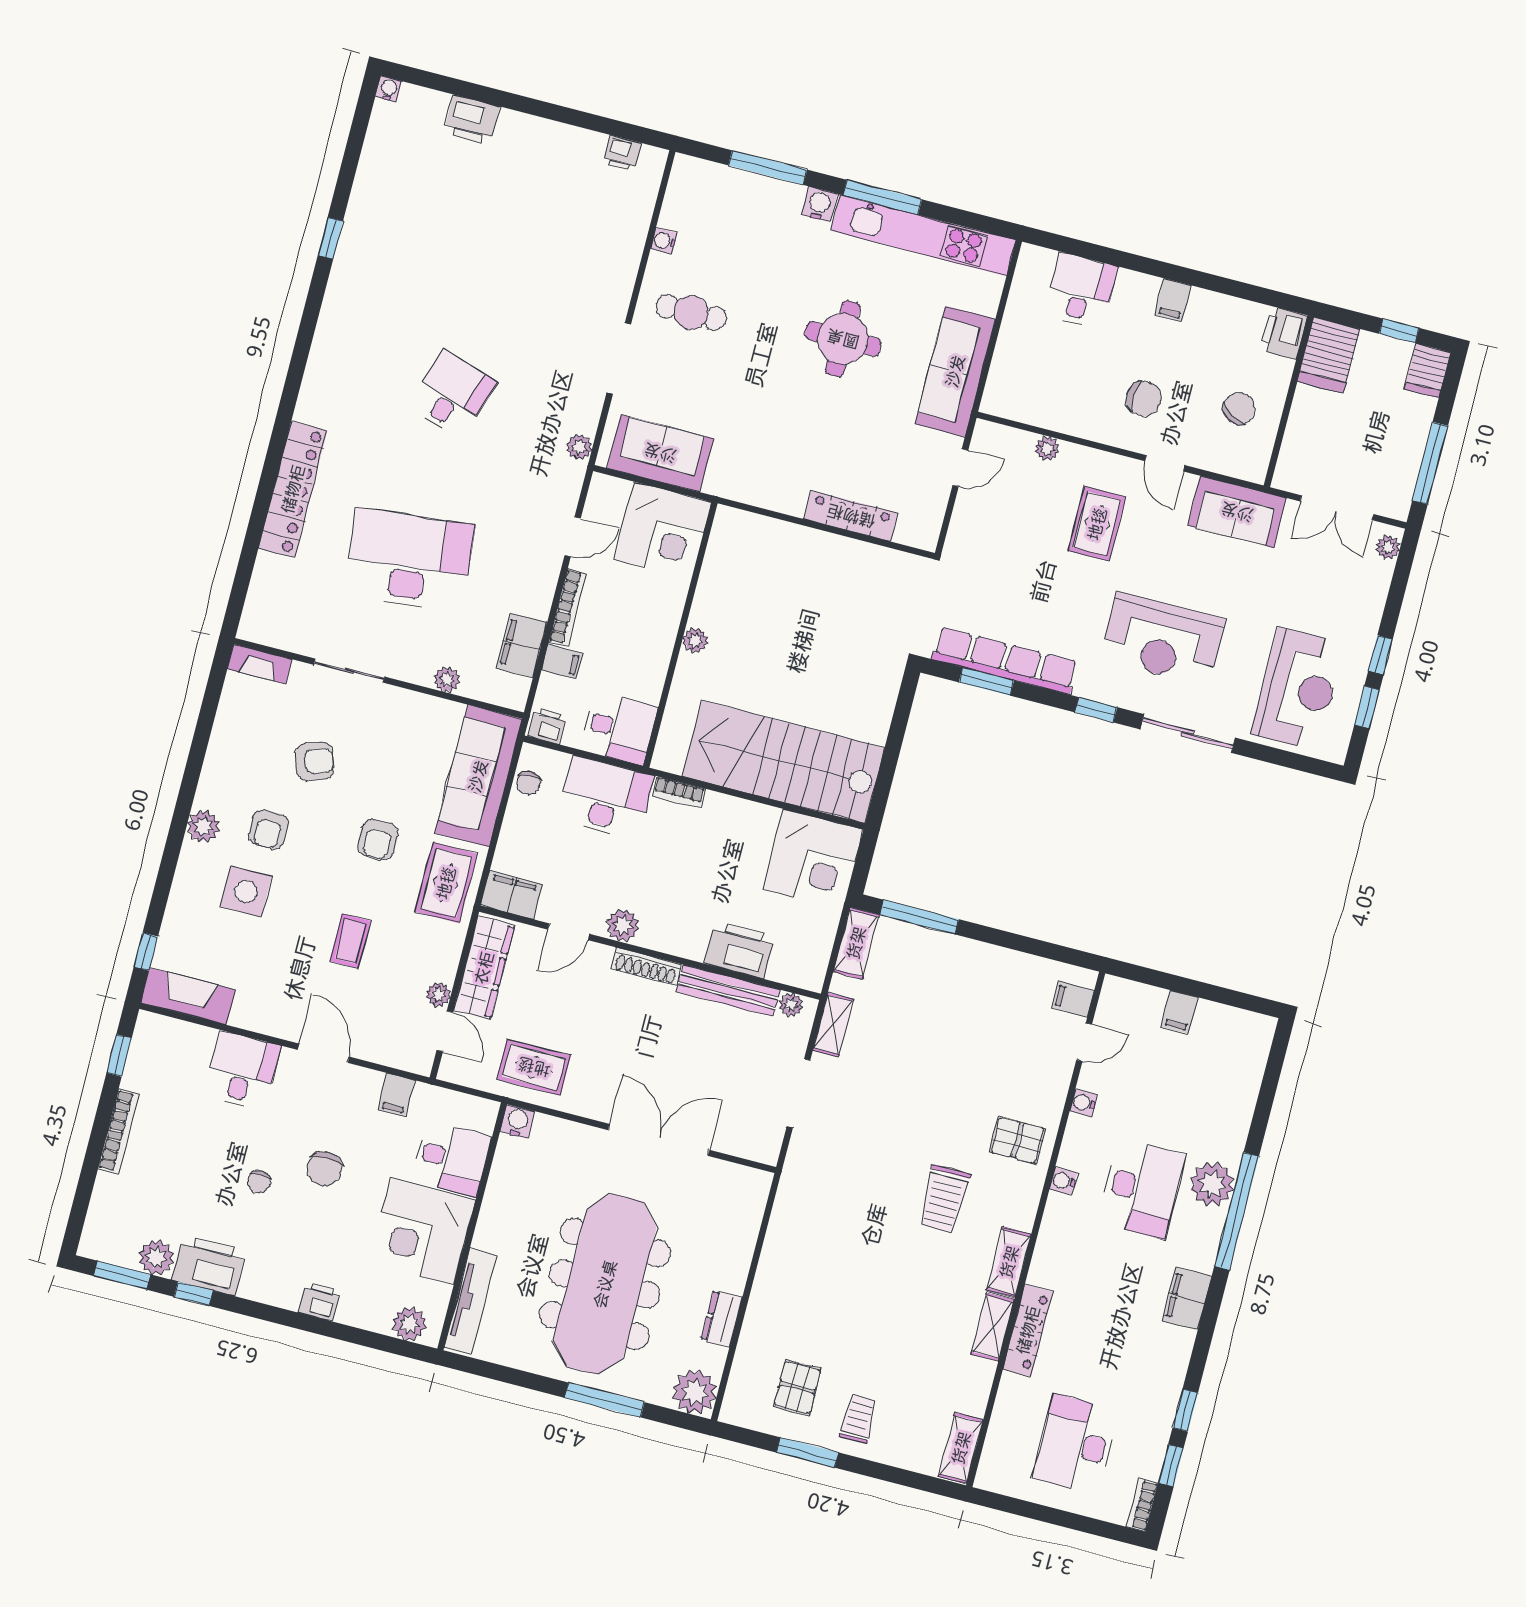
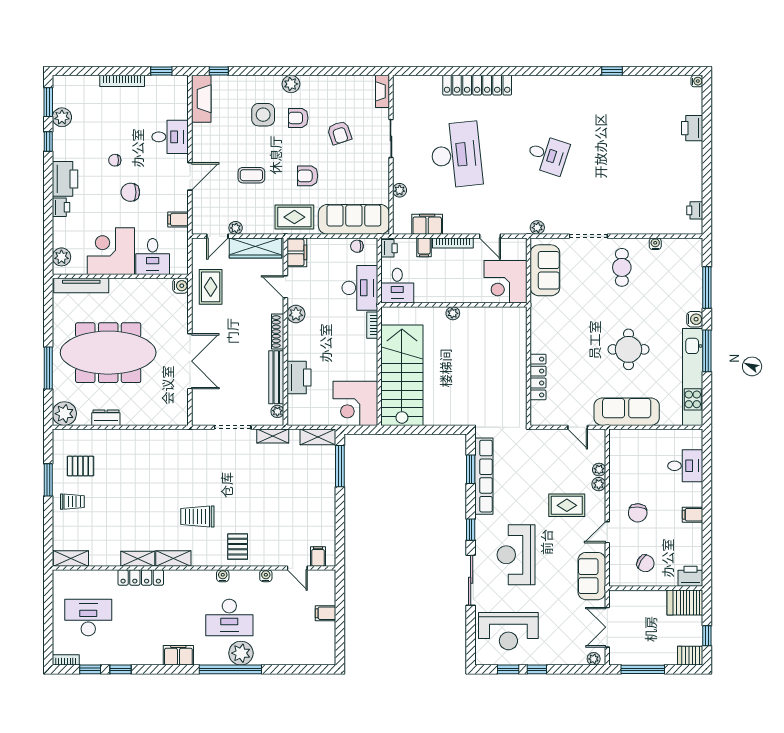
plant: (1073, 456) -> (599, 484), added
printer: (209, 1265) -> (65, 179), moved

